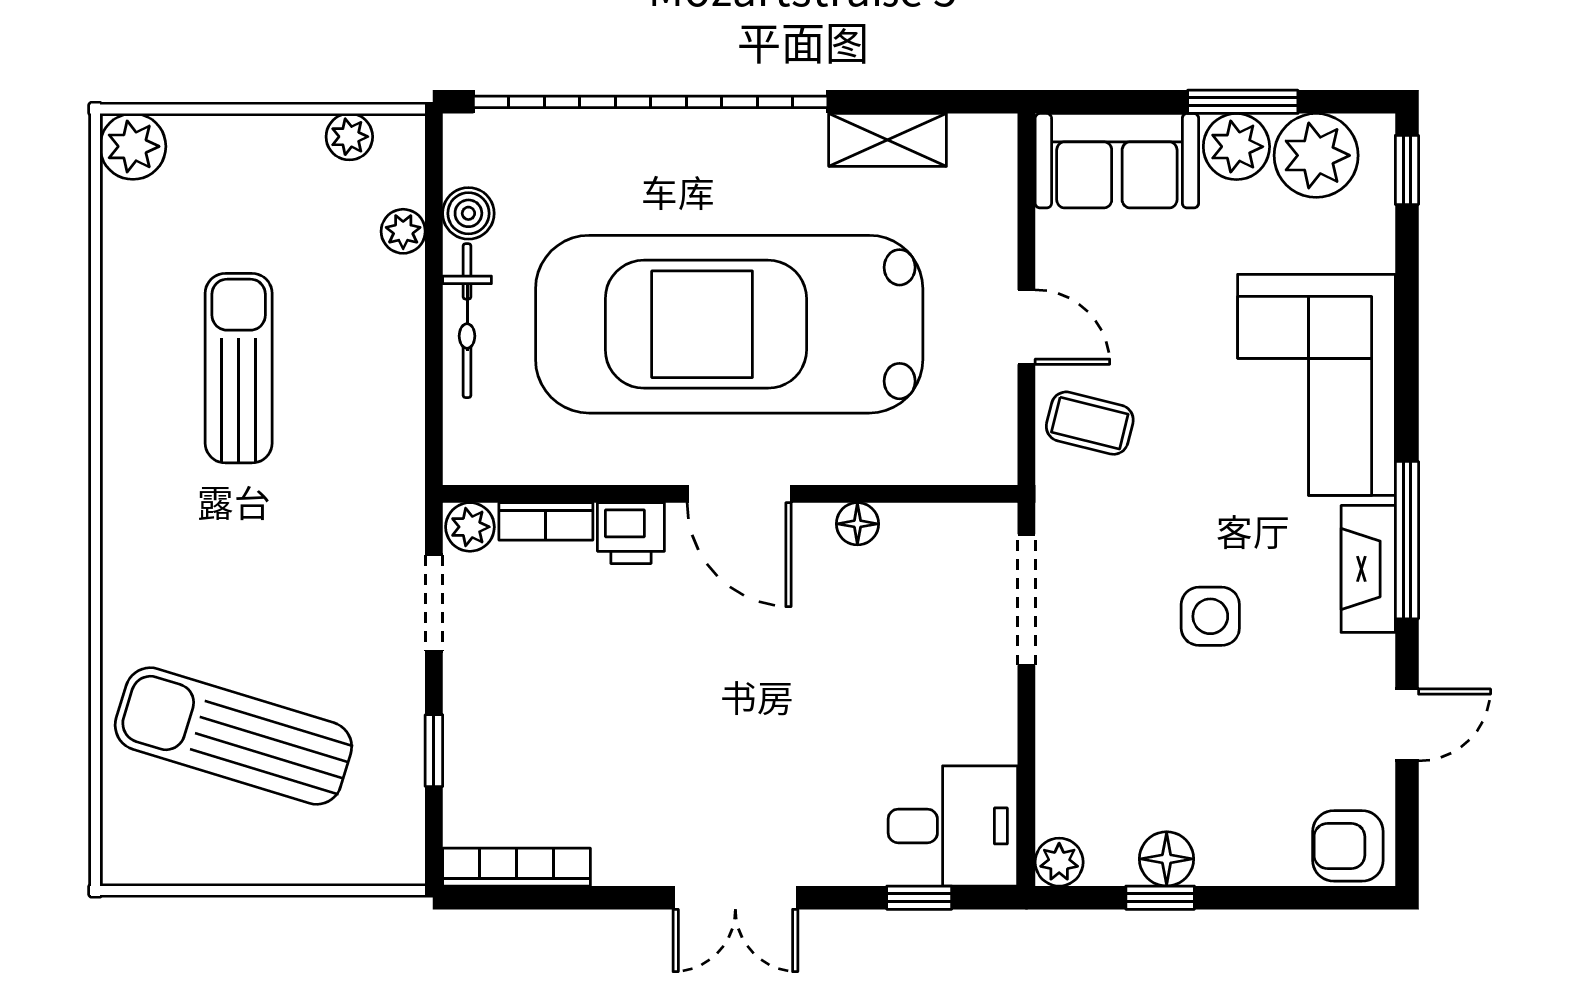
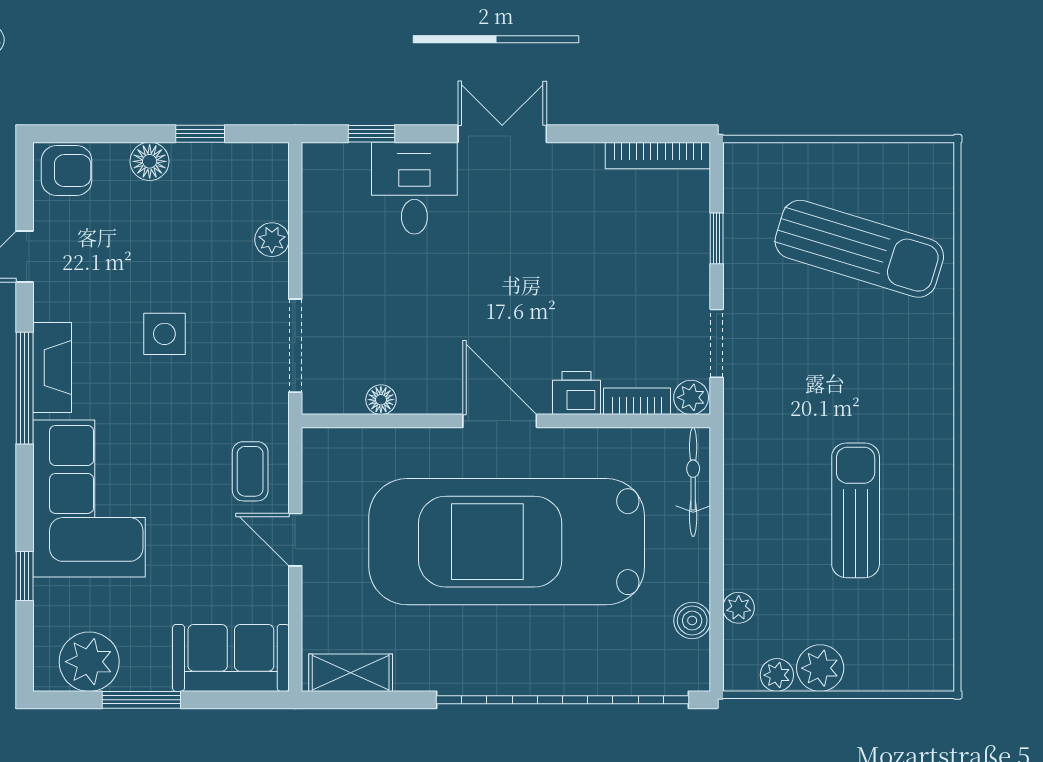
shelving: (888, 140) -> (351, 673), moved
plant: (133, 146) -> (820, 668), moved
plant: (1236, 147) -> (146, 668), removed
window: (1407, 170) -> (25, 576), moved
bicycle: (467, 321) -> (693, 482), moved
car: (729, 324) -> (507, 542), turned 180
sun lounger: (239, 368) -> (856, 510), turned 180
coffee table: (1090, 423) -> (250, 471), turned 76
floor lamp: (857, 524) -> (381, 400), moved
desk: (953, 826) -> (414, 188), moved, turned 90
floor lamp: (1167, 859) -> (150, 161), moved
plant: (1059, 862) -> (272, 240), moved

